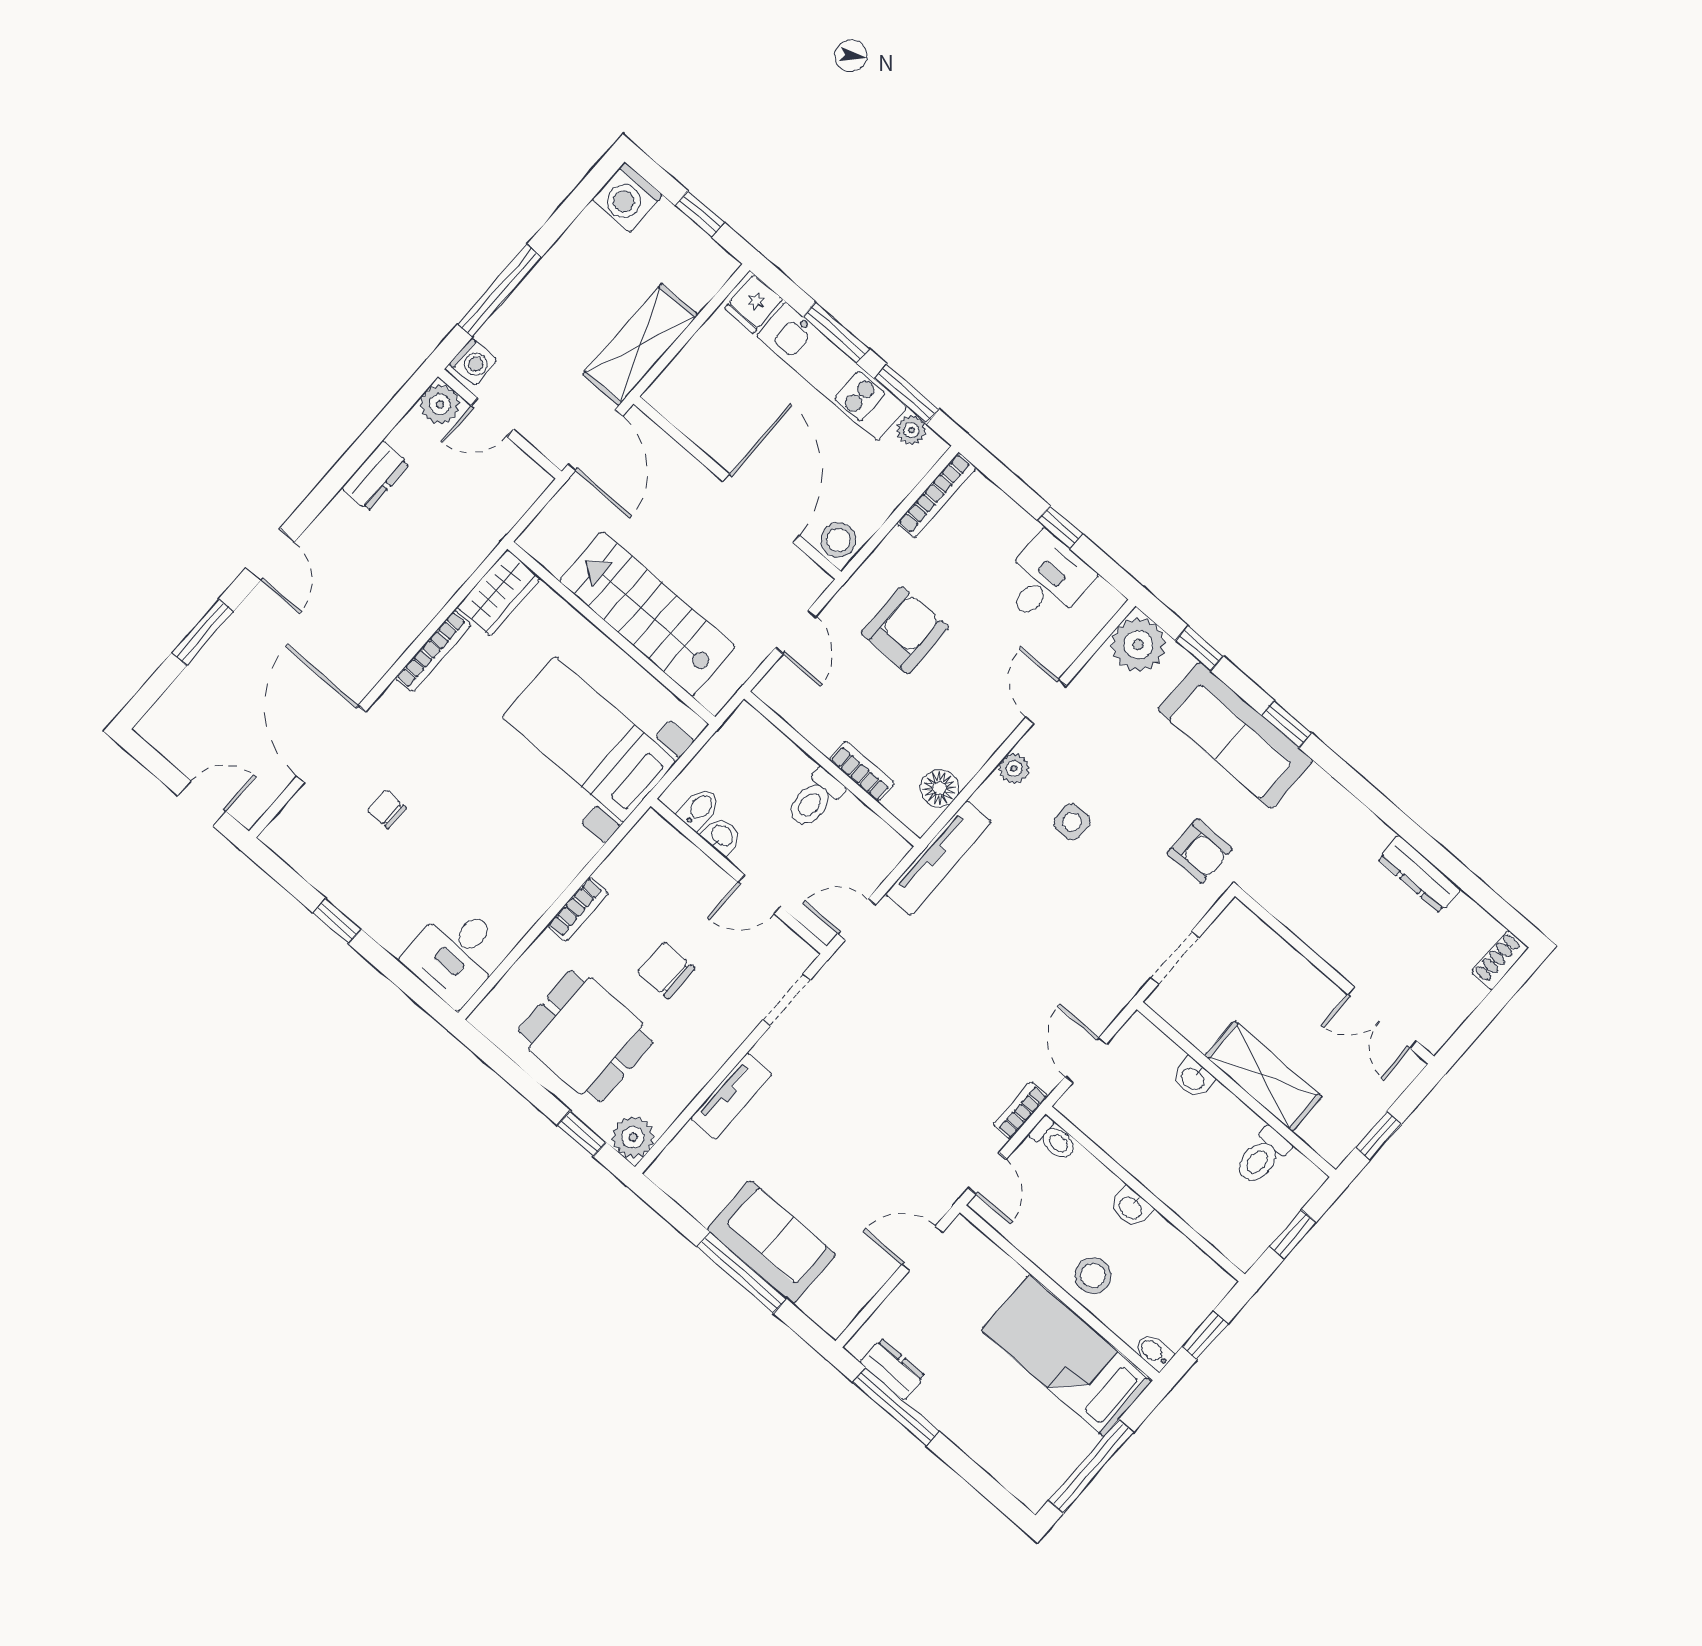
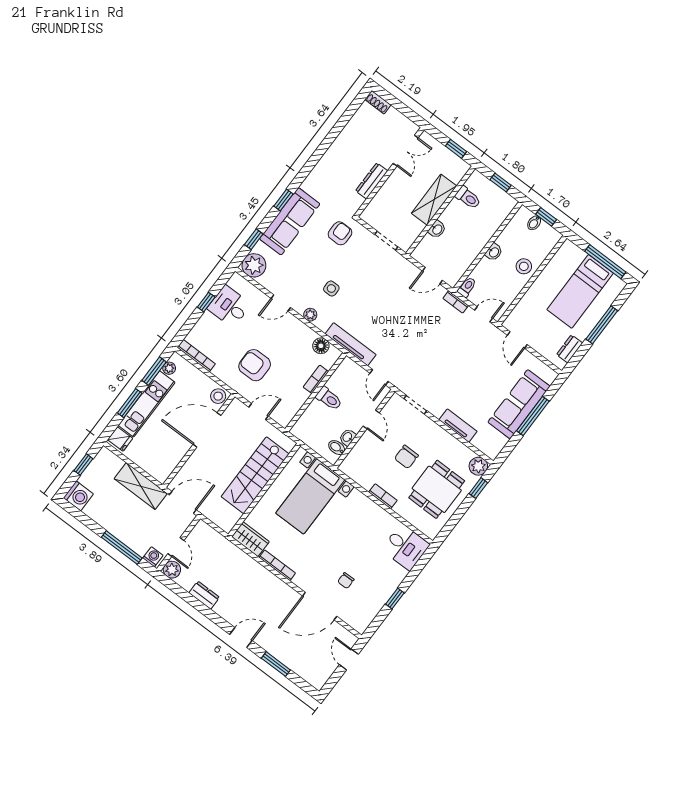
dresser: (1419, 874) -> (372, 181), moved, turned 180
sofa: (771, 1242) -> (519, 404), width x1.36
bidet: (1154, 1352) -> (534, 223), moved
bed: (1066, 1356) -> (580, 291), moved
window: (896, 1407) -> (602, 325), moved

